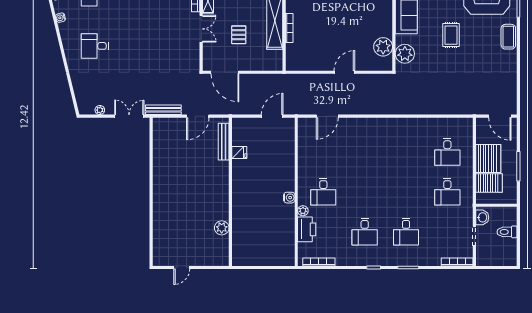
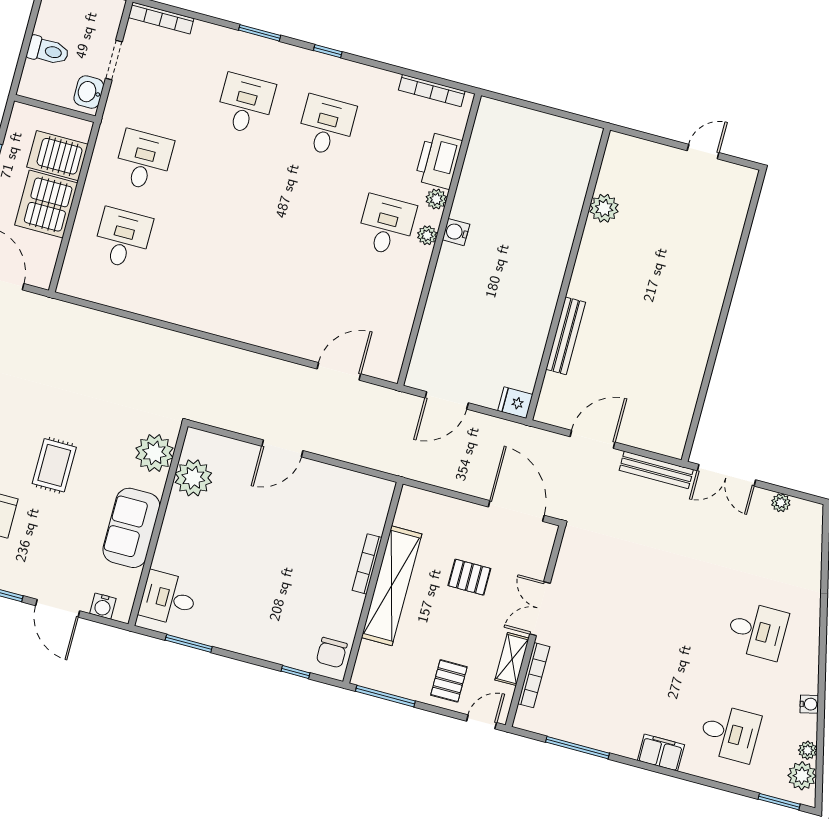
pallet: (239, 35) -> (469, 577), turned 90
bench: (224, 142) -> (566, 336), moved
fridge: (239, 153) -> (515, 403), moved
plant: (303, 192) -> (427, 235), added

